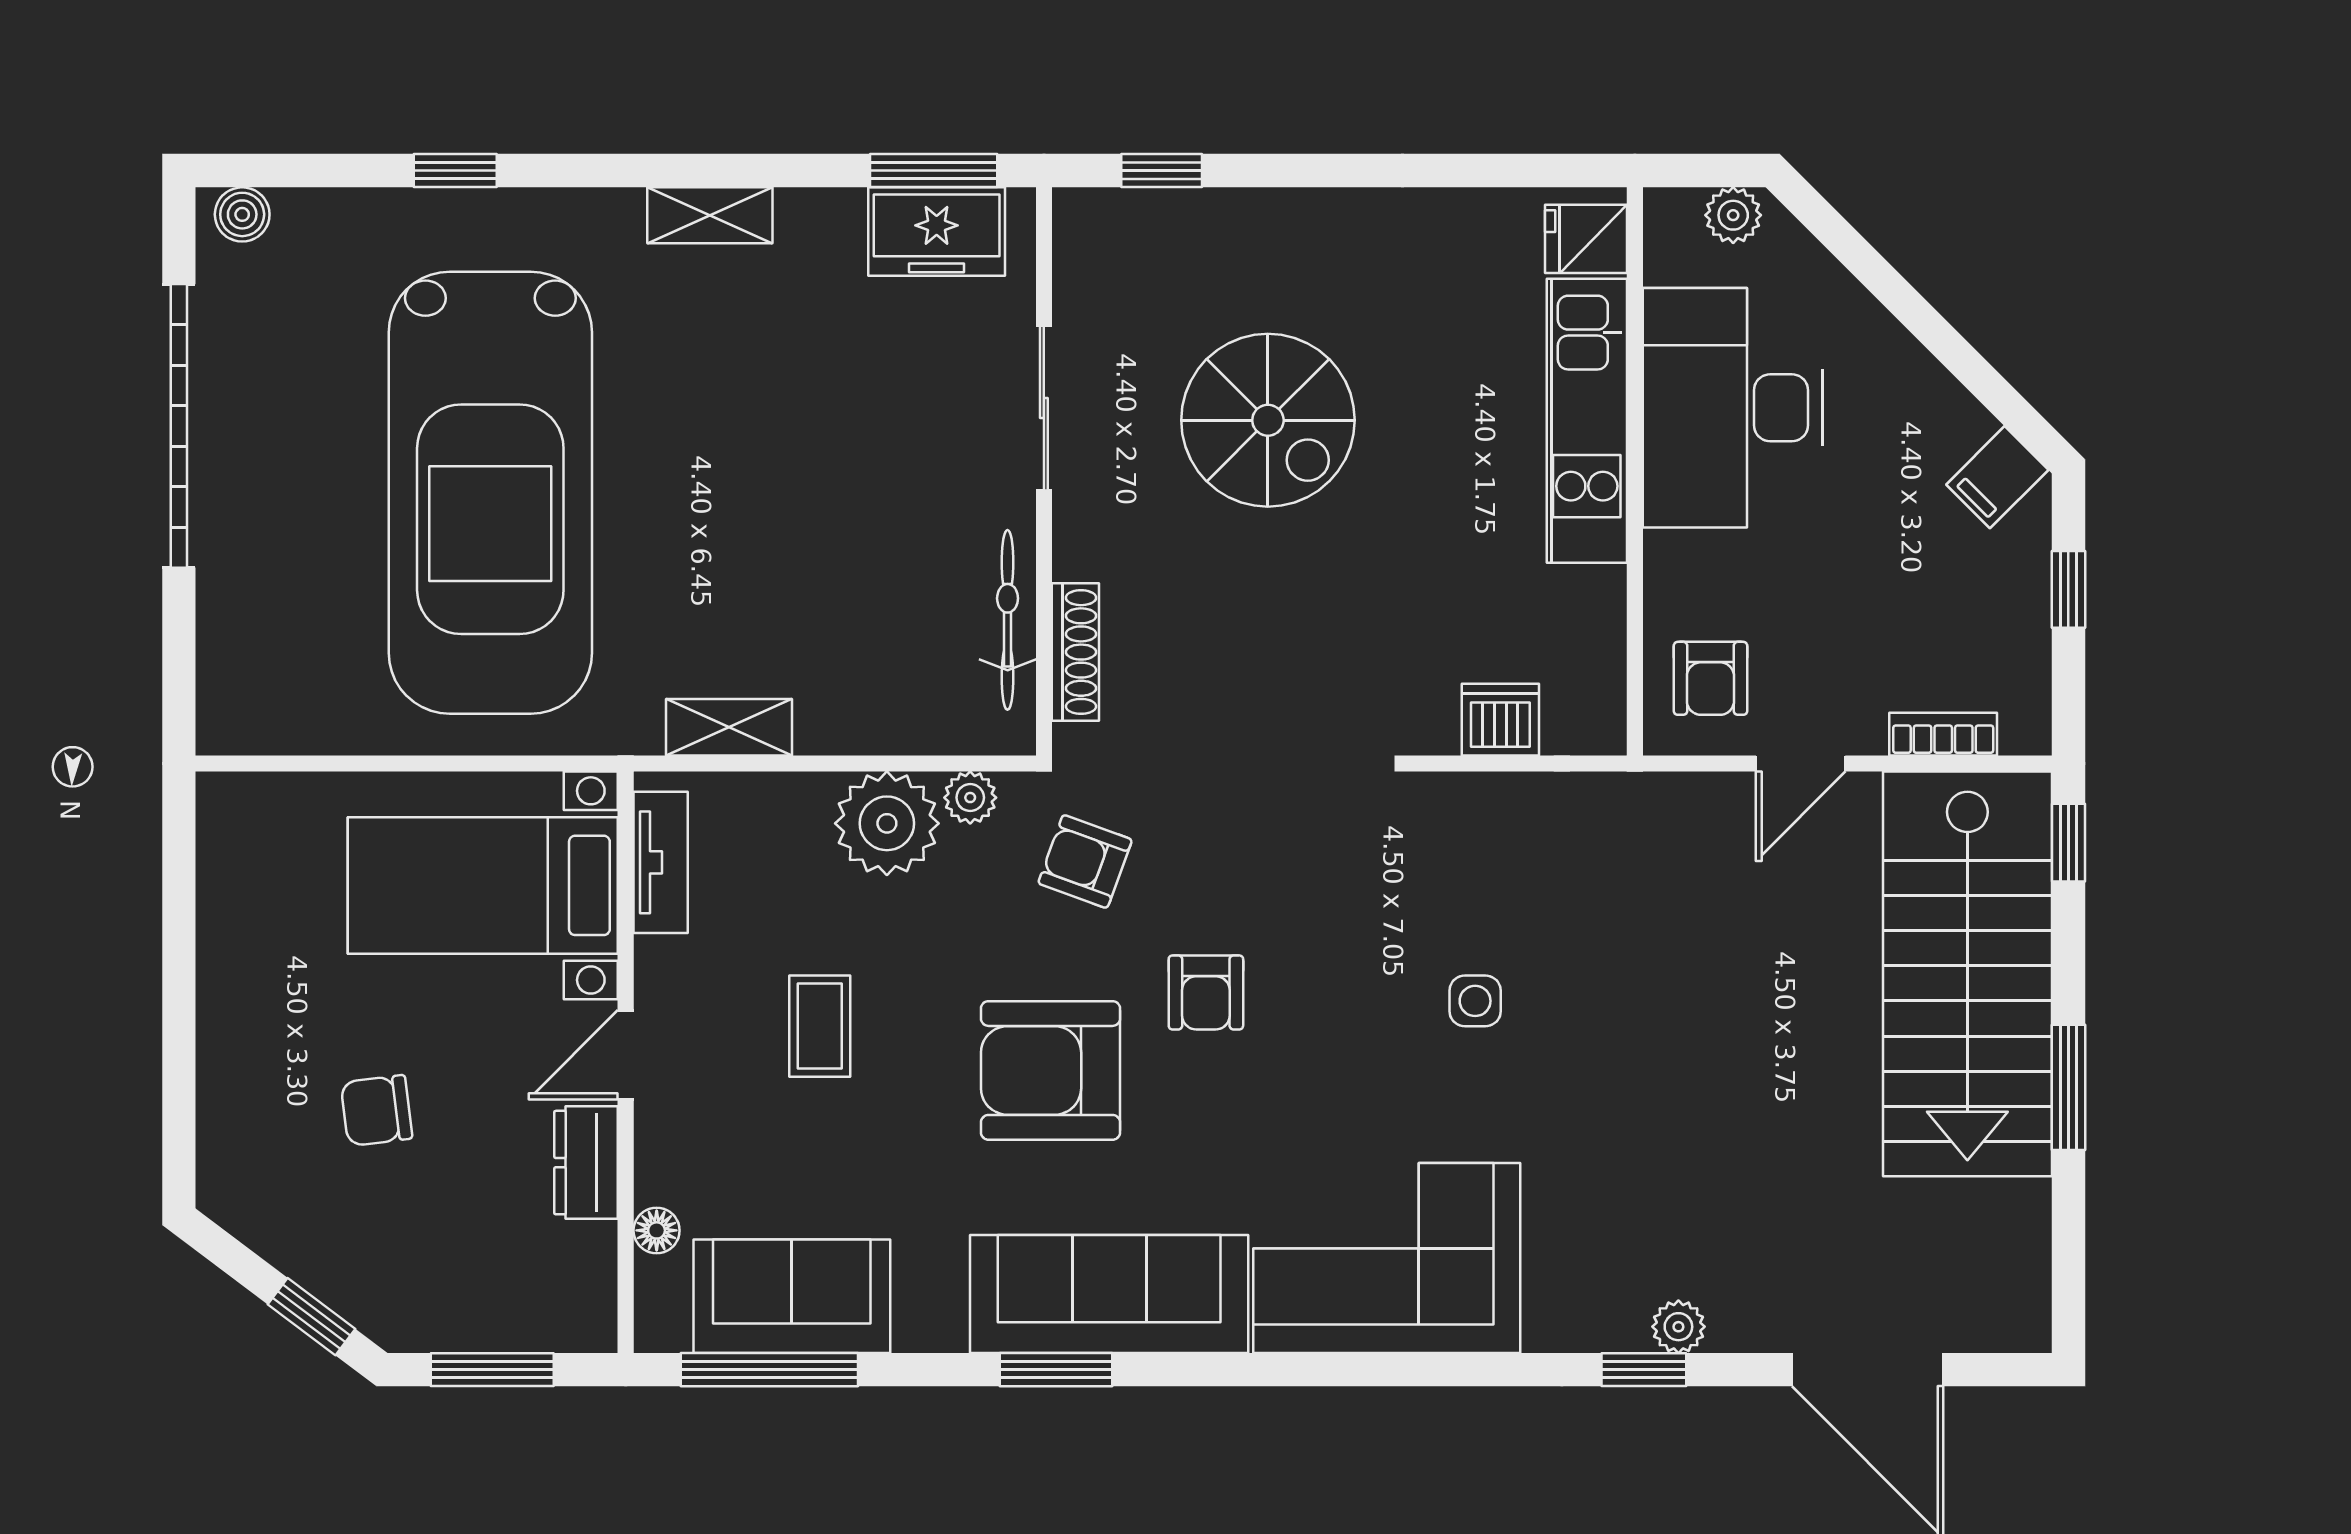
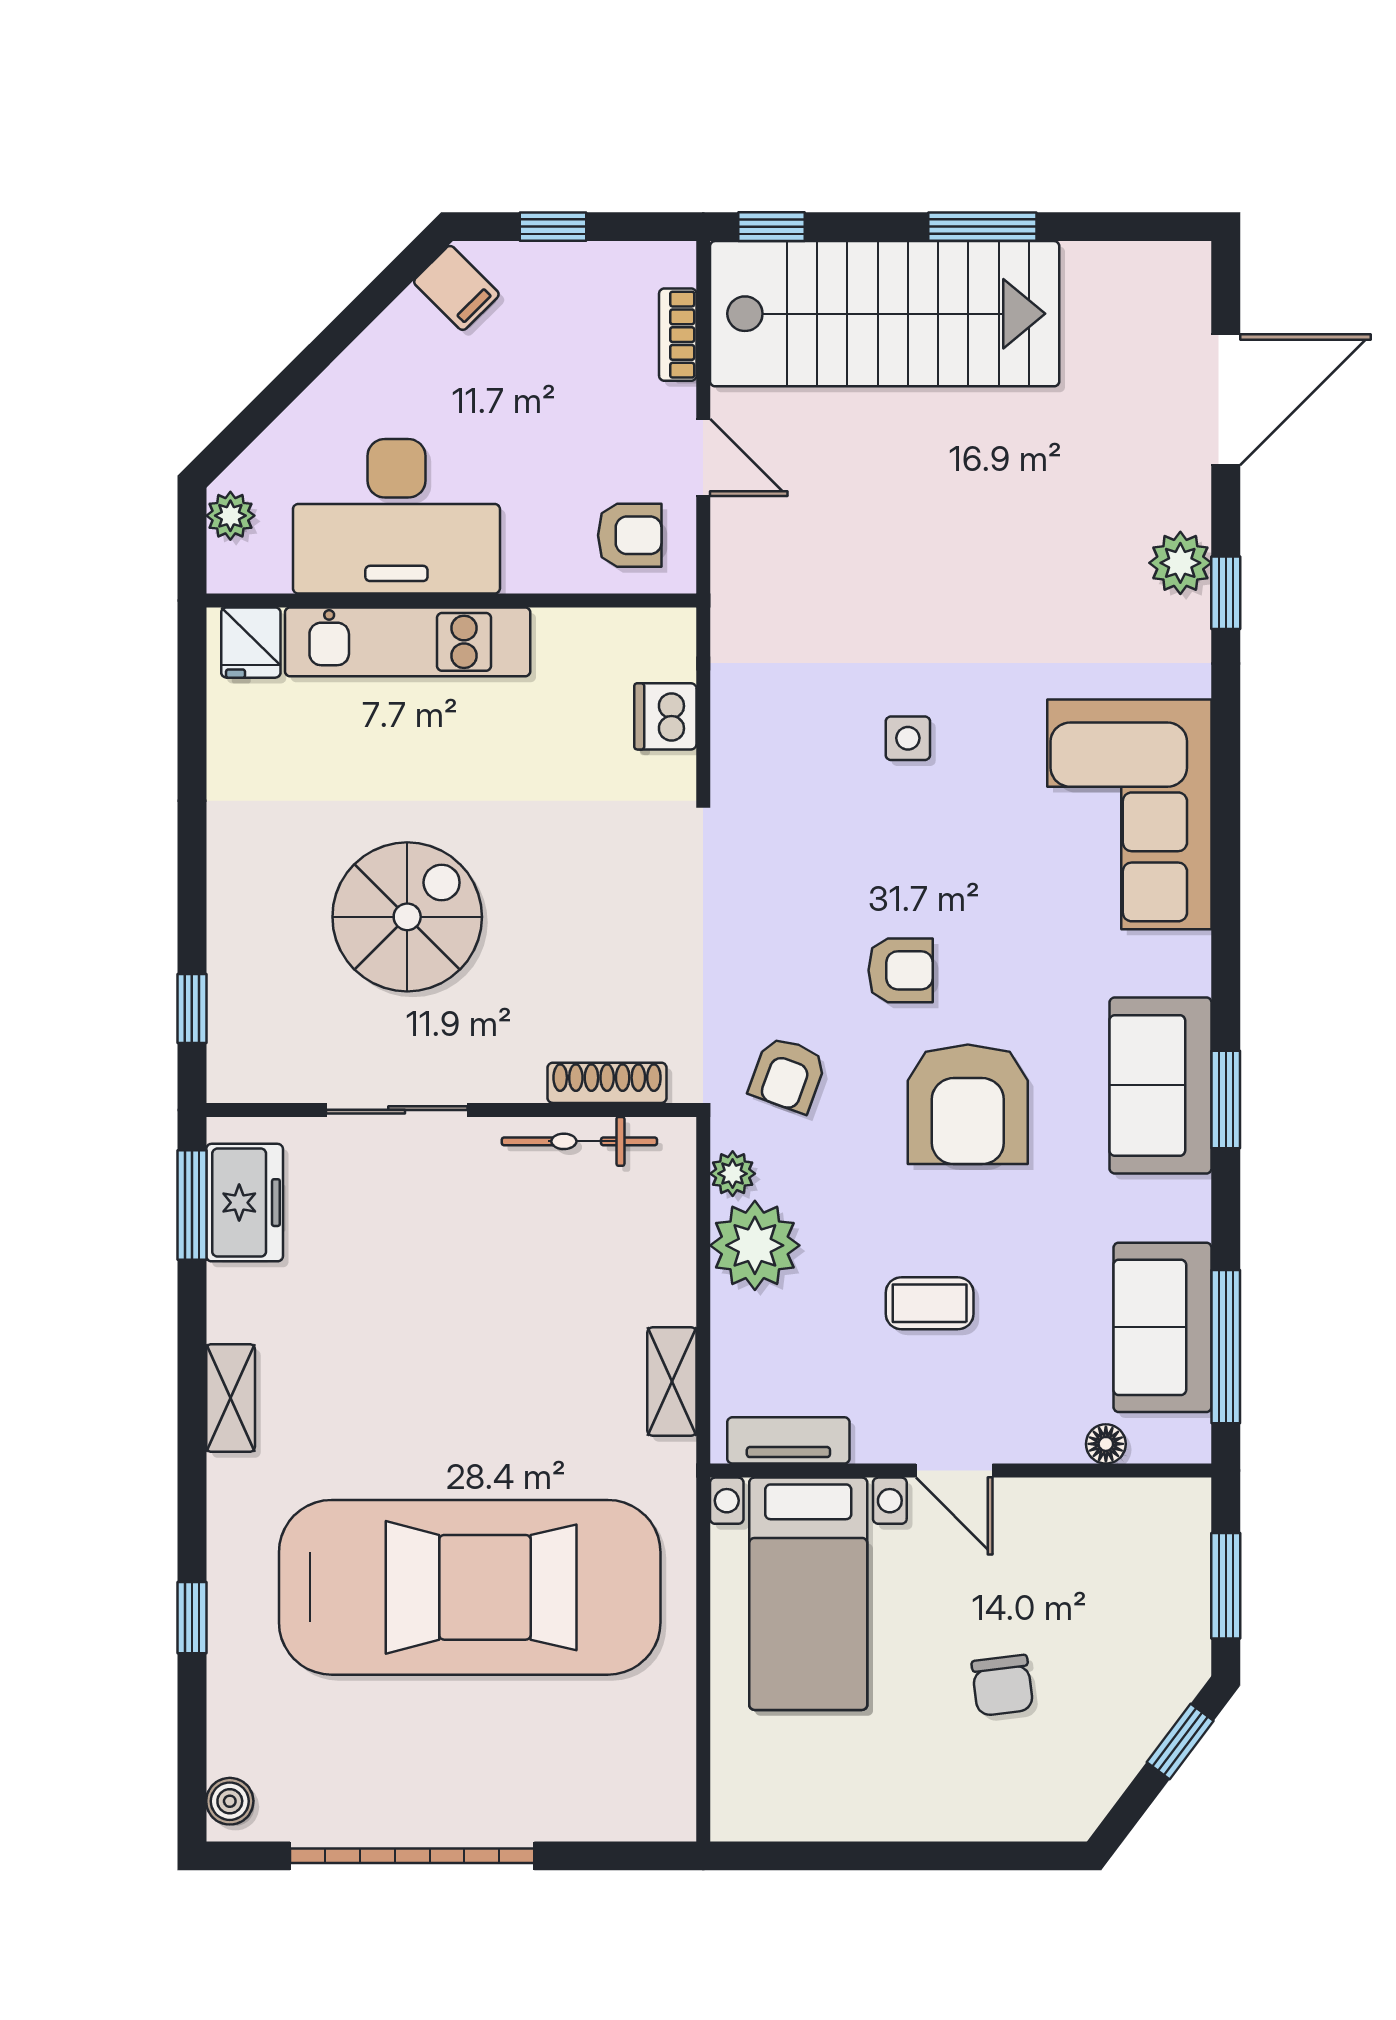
dresser: (586, 1163) -> (1047, 1505), removed
sofa: (1109, 1294) -> (1161, 1085), width x0.73
plant: (1678, 1327) -> (1180, 563), width x1.38, depth x1.38

